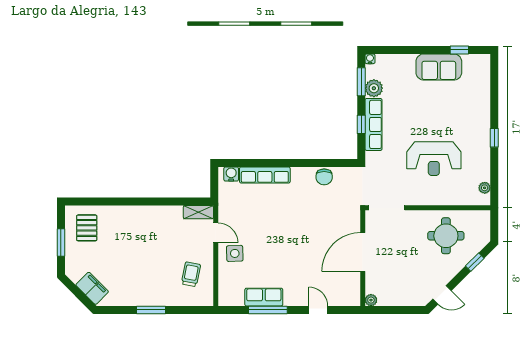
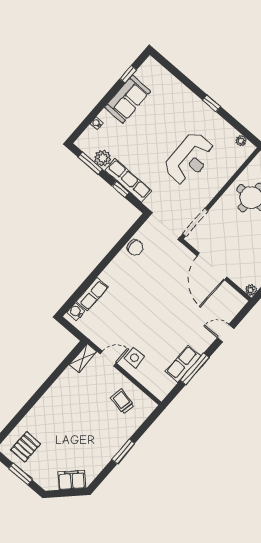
water cooler: (370, 59) -> (97, 123), moved
row of seats: (265, 175) -> (92, 294), width x0.68
pallet: (87, 228) -> (26, 447), turned 90

